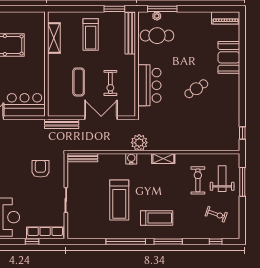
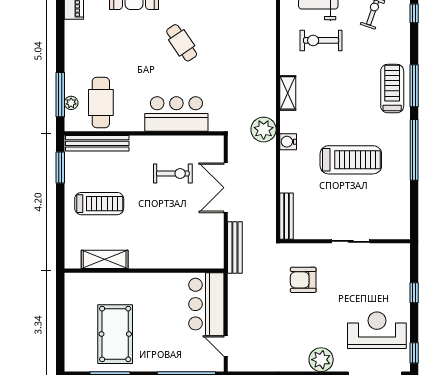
exercise mat: (79, 82) -> (171, 222), removed
treadmill: (157, 218) -> (392, 89), moved
row of seats: (45, 233) -> (401, 273), removed

